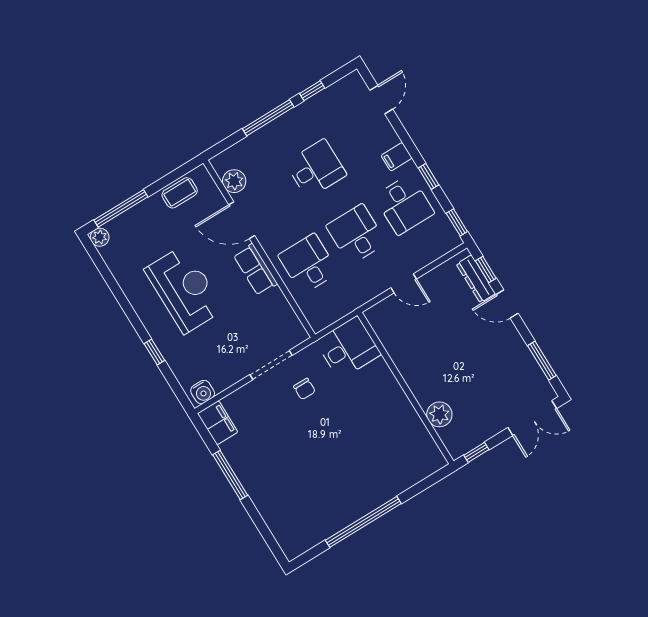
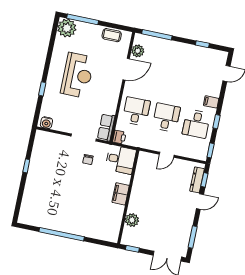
window: (268, 118) -> (157, 35), moved
desk: (316, 169) -> (175, 76), removed
door: (242, 220) -> (126, 69), swing flipped
plant: (100, 237) -> (67, 28), width x1.88, depth x1.88
row of seats: (255, 269) -> (106, 127), moved
door: (404, 283) -> (167, 155), hinge flipped
door: (507, 304) -> (200, 201), swing flipped
printer: (318, 320) -> (119, 137), added
filing cabinet: (218, 423) -> (121, 194), moved, turned 180
window: (230, 475) -> (26, 166), width x0.46

